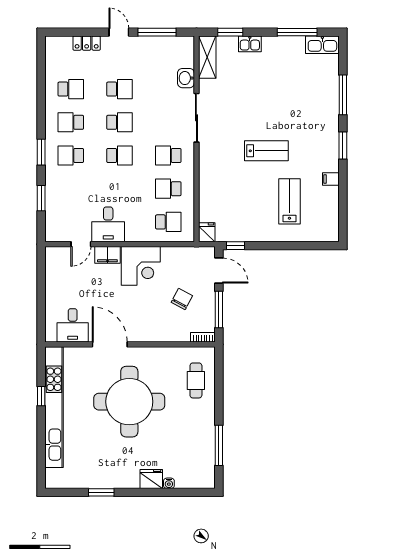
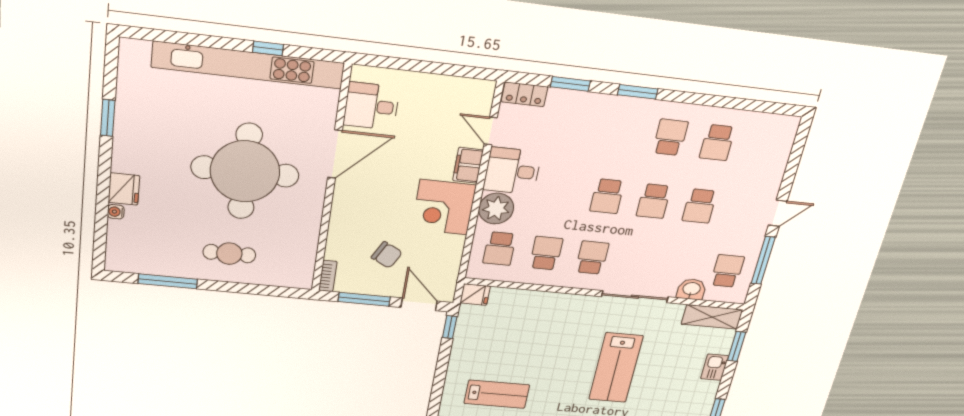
locker: (87, 43) -> (525, 94), moved, turned -90
lab bench: (266, 151) -> (616, 368), moved, width x1.36, depth x1.39
school desk: (71, 155) -> (727, 271), moved
plant: (138, 230) -> (496, 209), added
door: (219, 271) -> (419, 304), swing flipped
cafe table: (196, 380) -> (229, 254), moved

